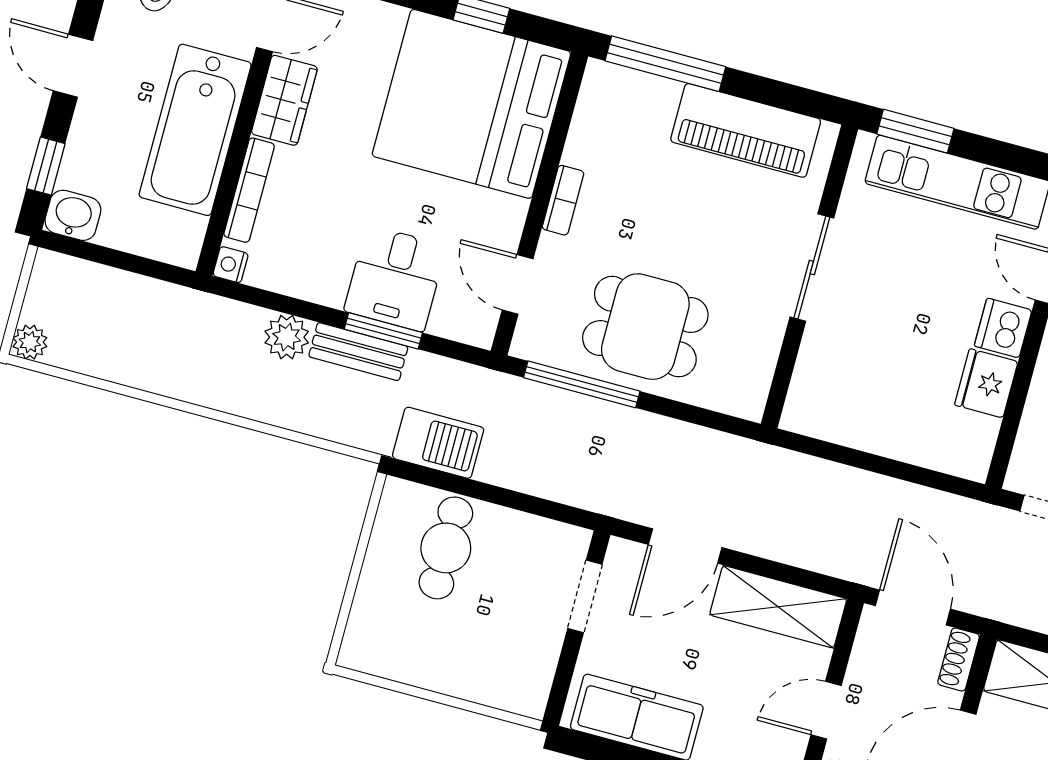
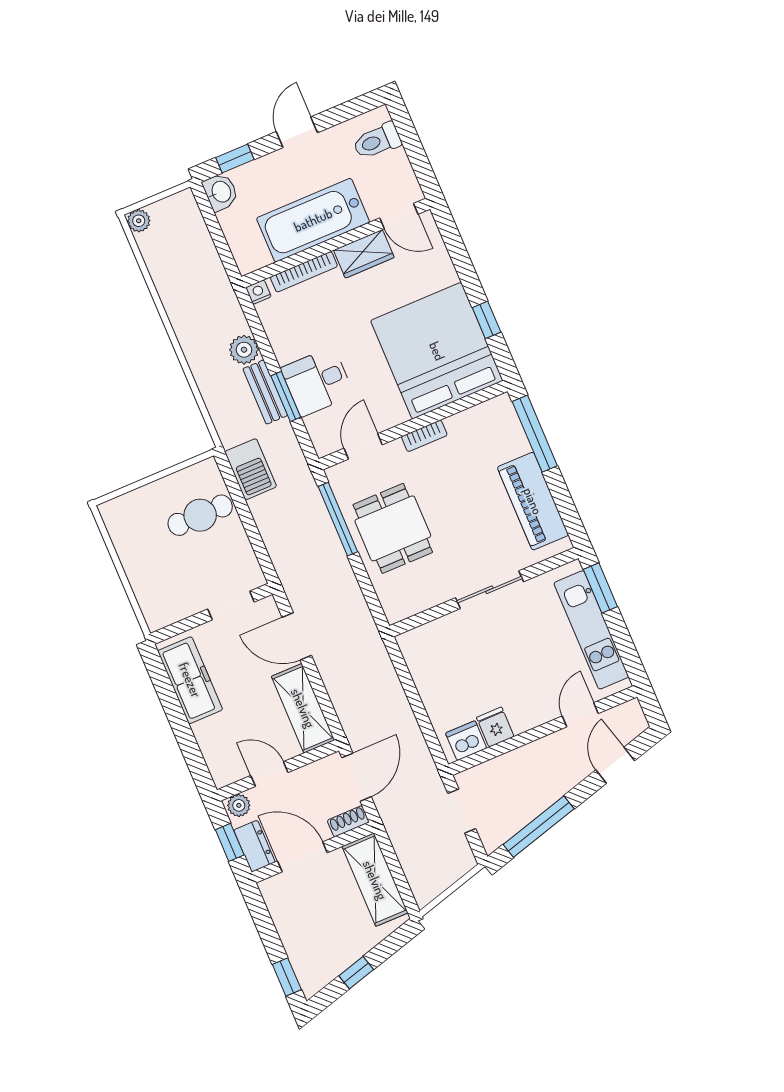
dishwasher: (1003, 328) -> (466, 741), moved
fridge: (986, 383) -> (495, 727), width x0.72

